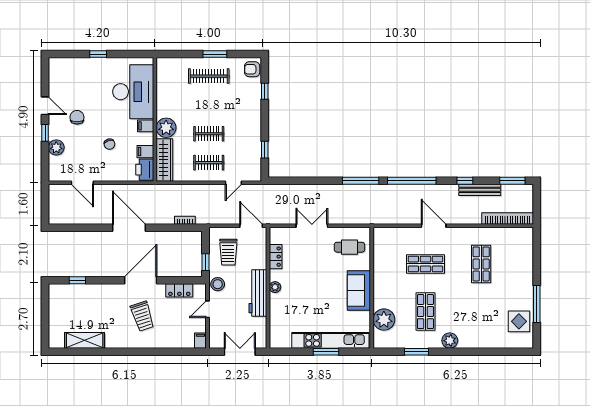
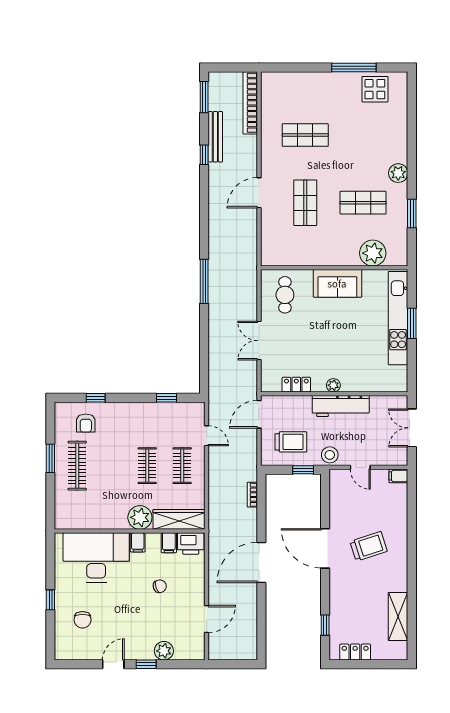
armchair: (252, 69) -> (86, 423), moved
chair: (77, 117) -> (83, 620), moved, turned -90
window: (412, 181) -> (204, 219), removed
locker: (179, 290) -> (355, 652), moved, turned -90

